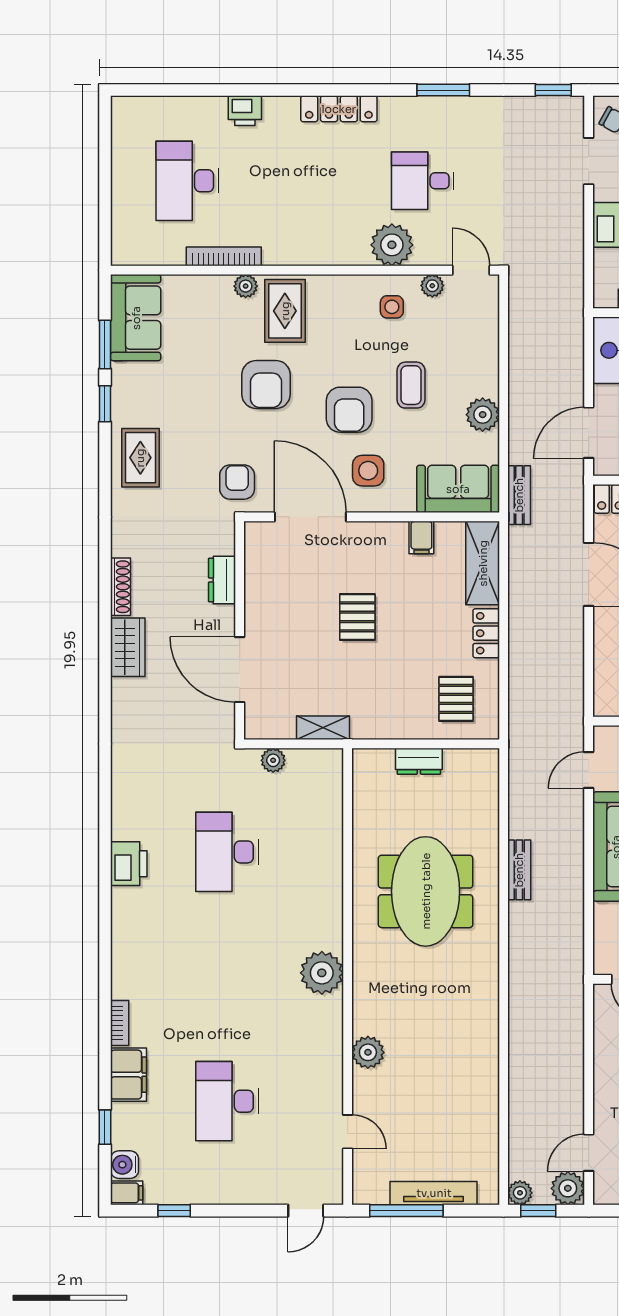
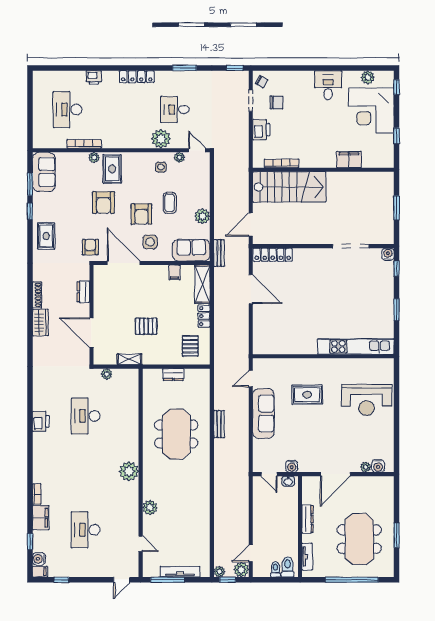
pallet: (357, 617) -> (146, 326), moved, turned 90

